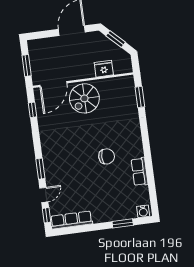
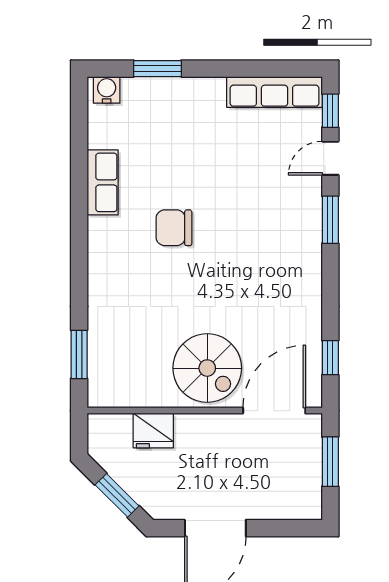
spiral stairs: (84, 98) -> (207, 368), turned 90

